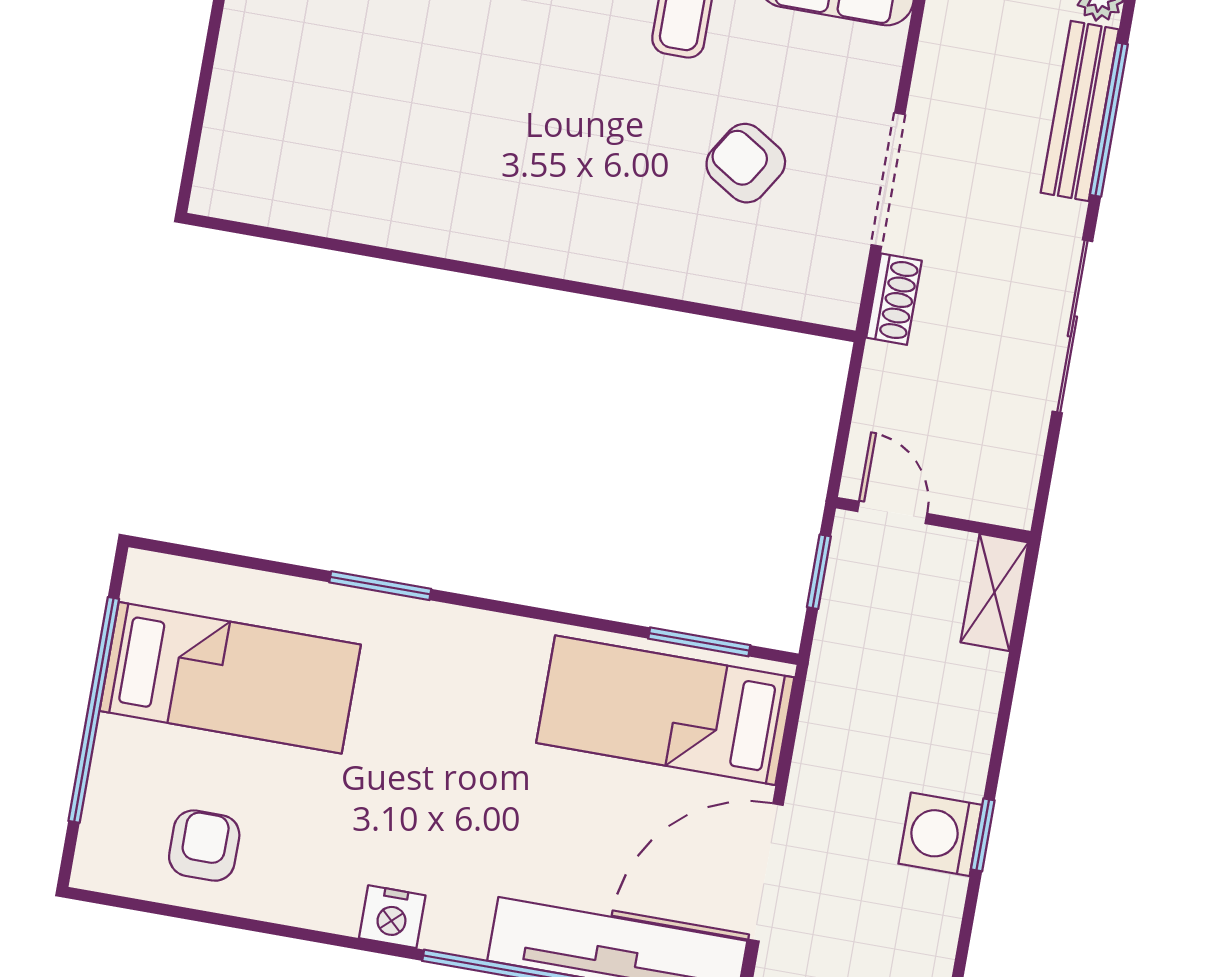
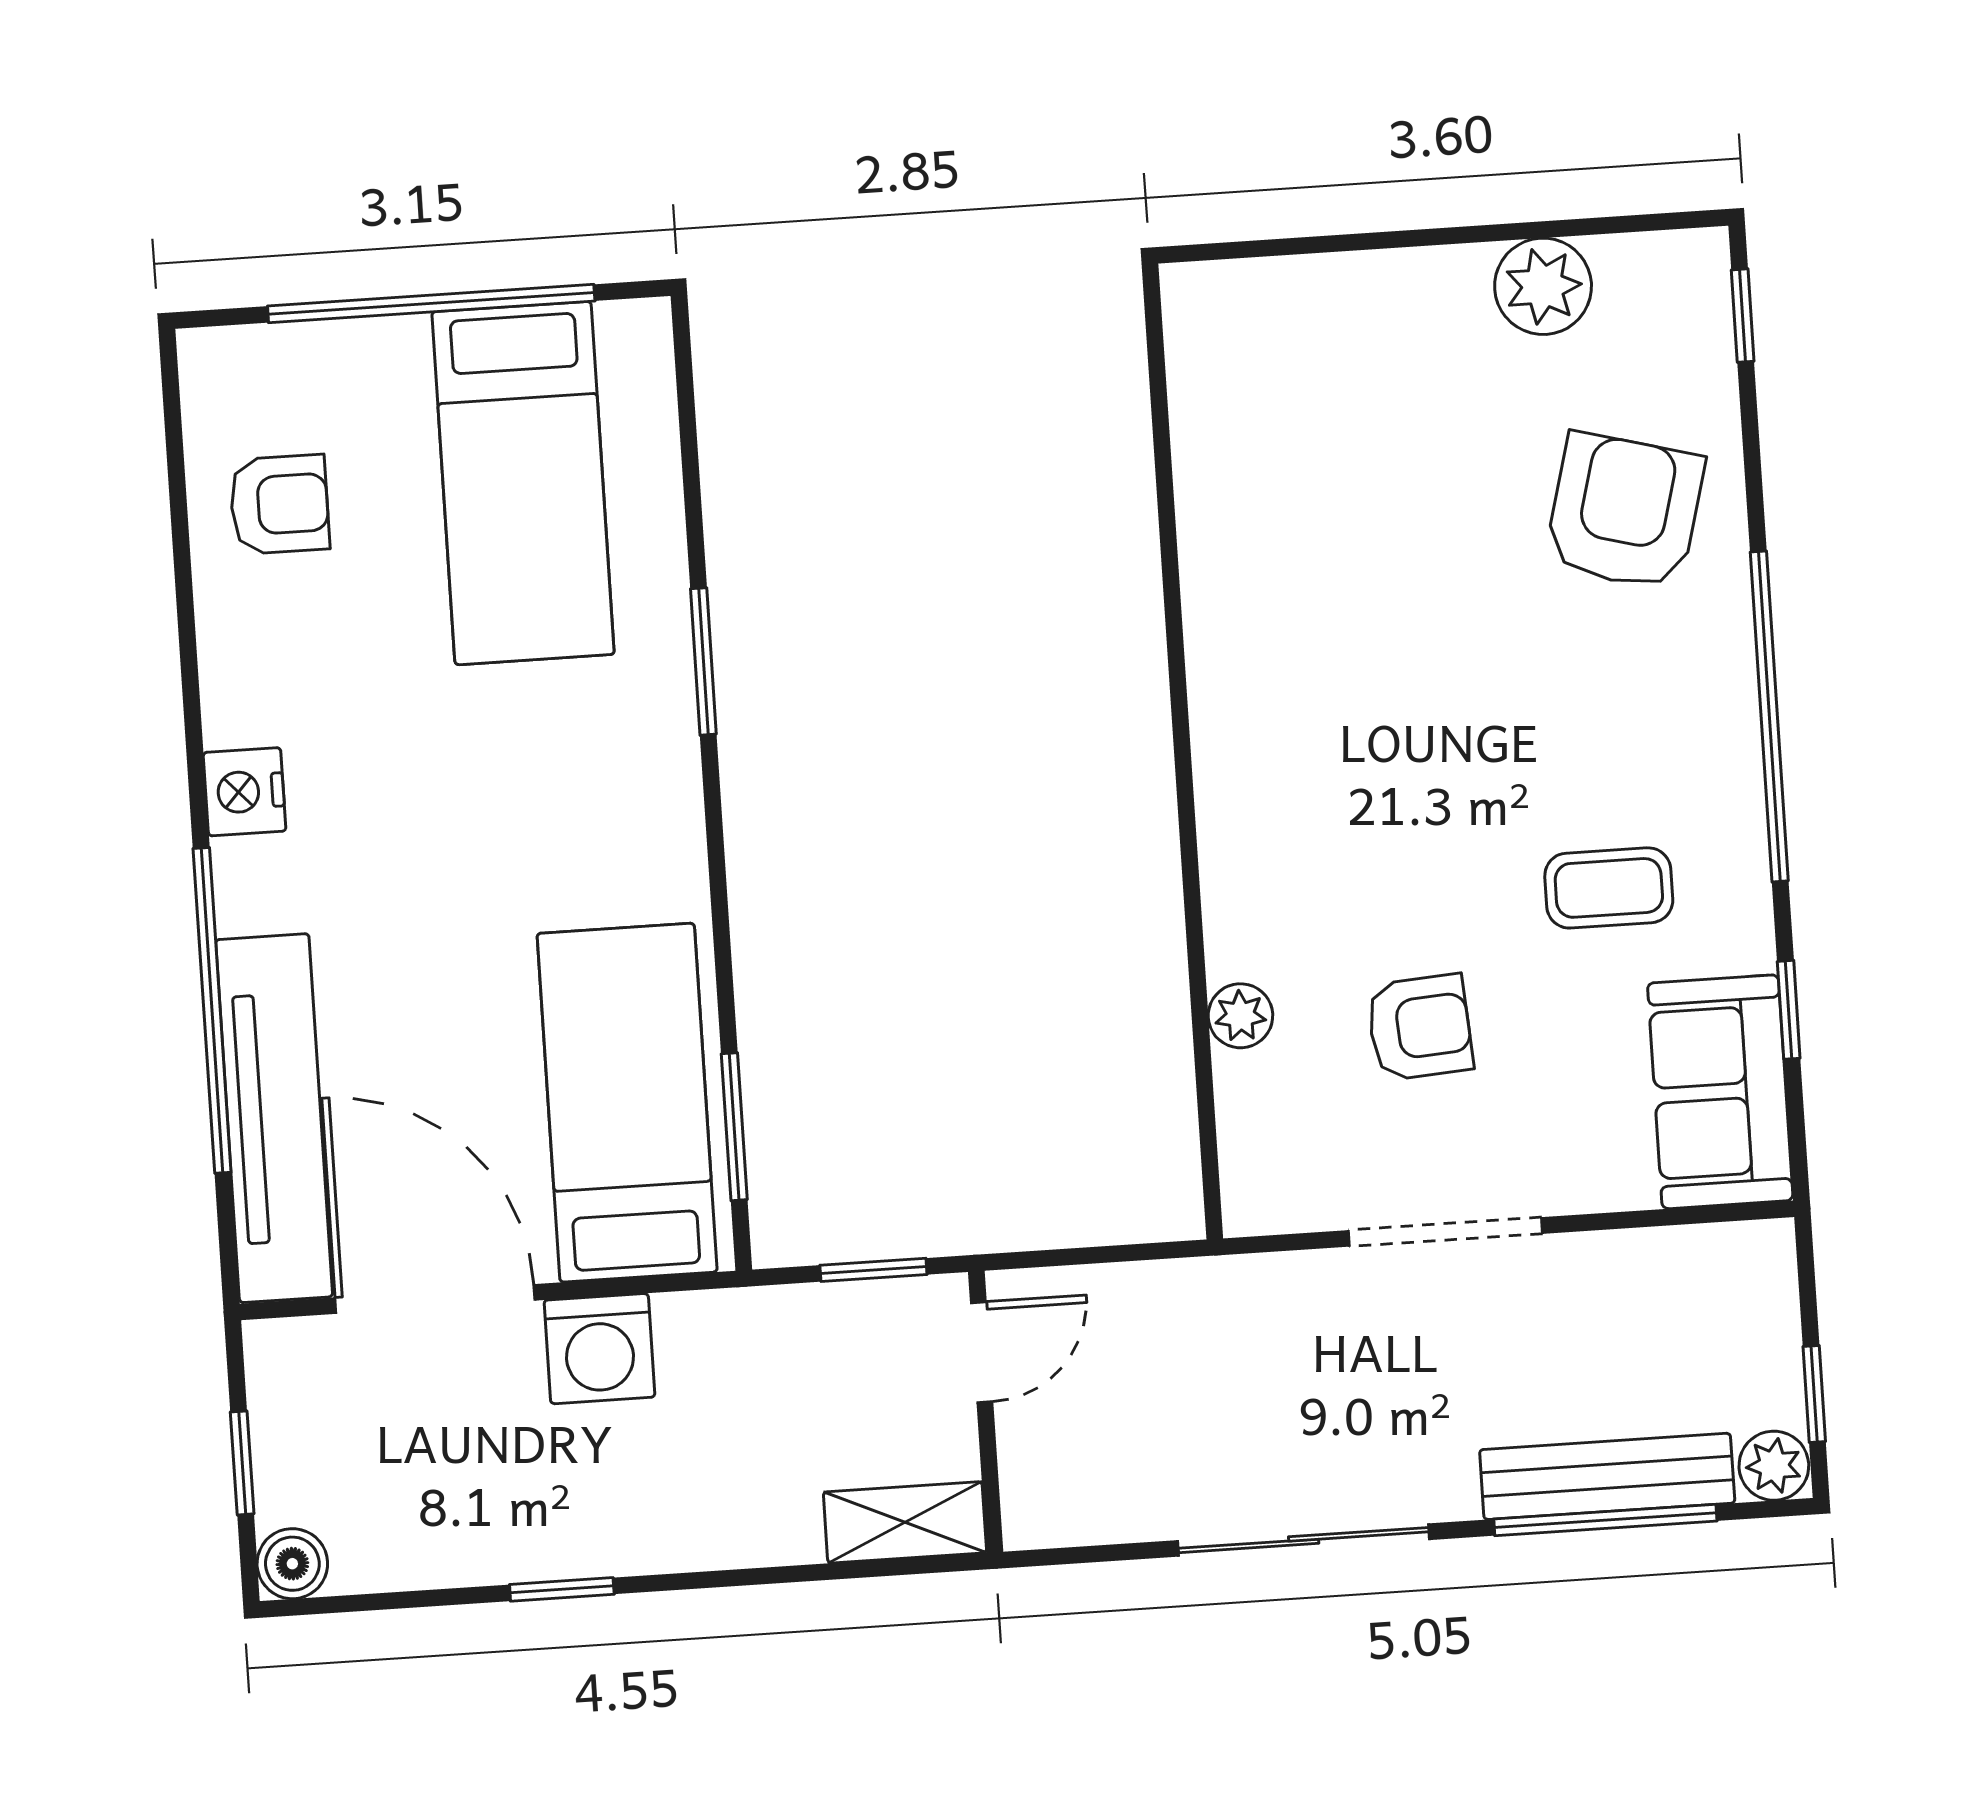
armchair: (746, 163) -> (1420, 1027), turned 54
plant: (708, 282) -> (1240, 1016), added
shoe rack: (894, 299) -> (1280, 1281), removed
washing machine: (940, 834) -> (599, 1349), moved, turned 180

